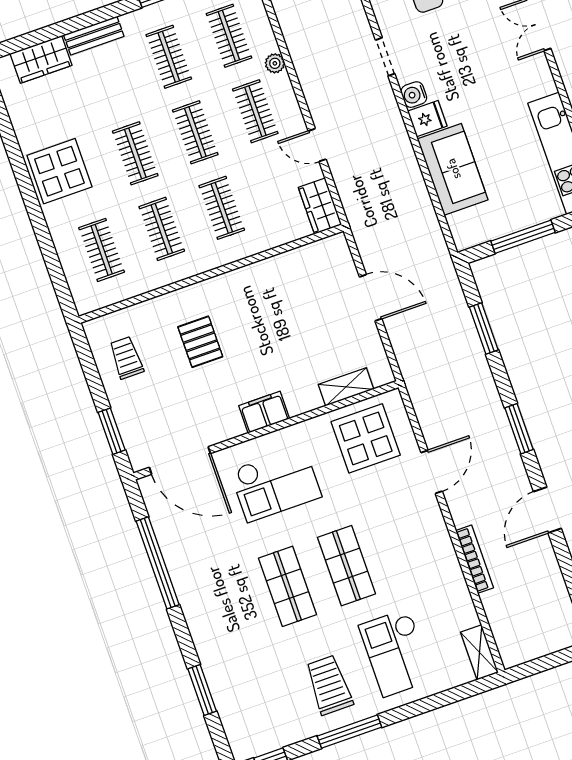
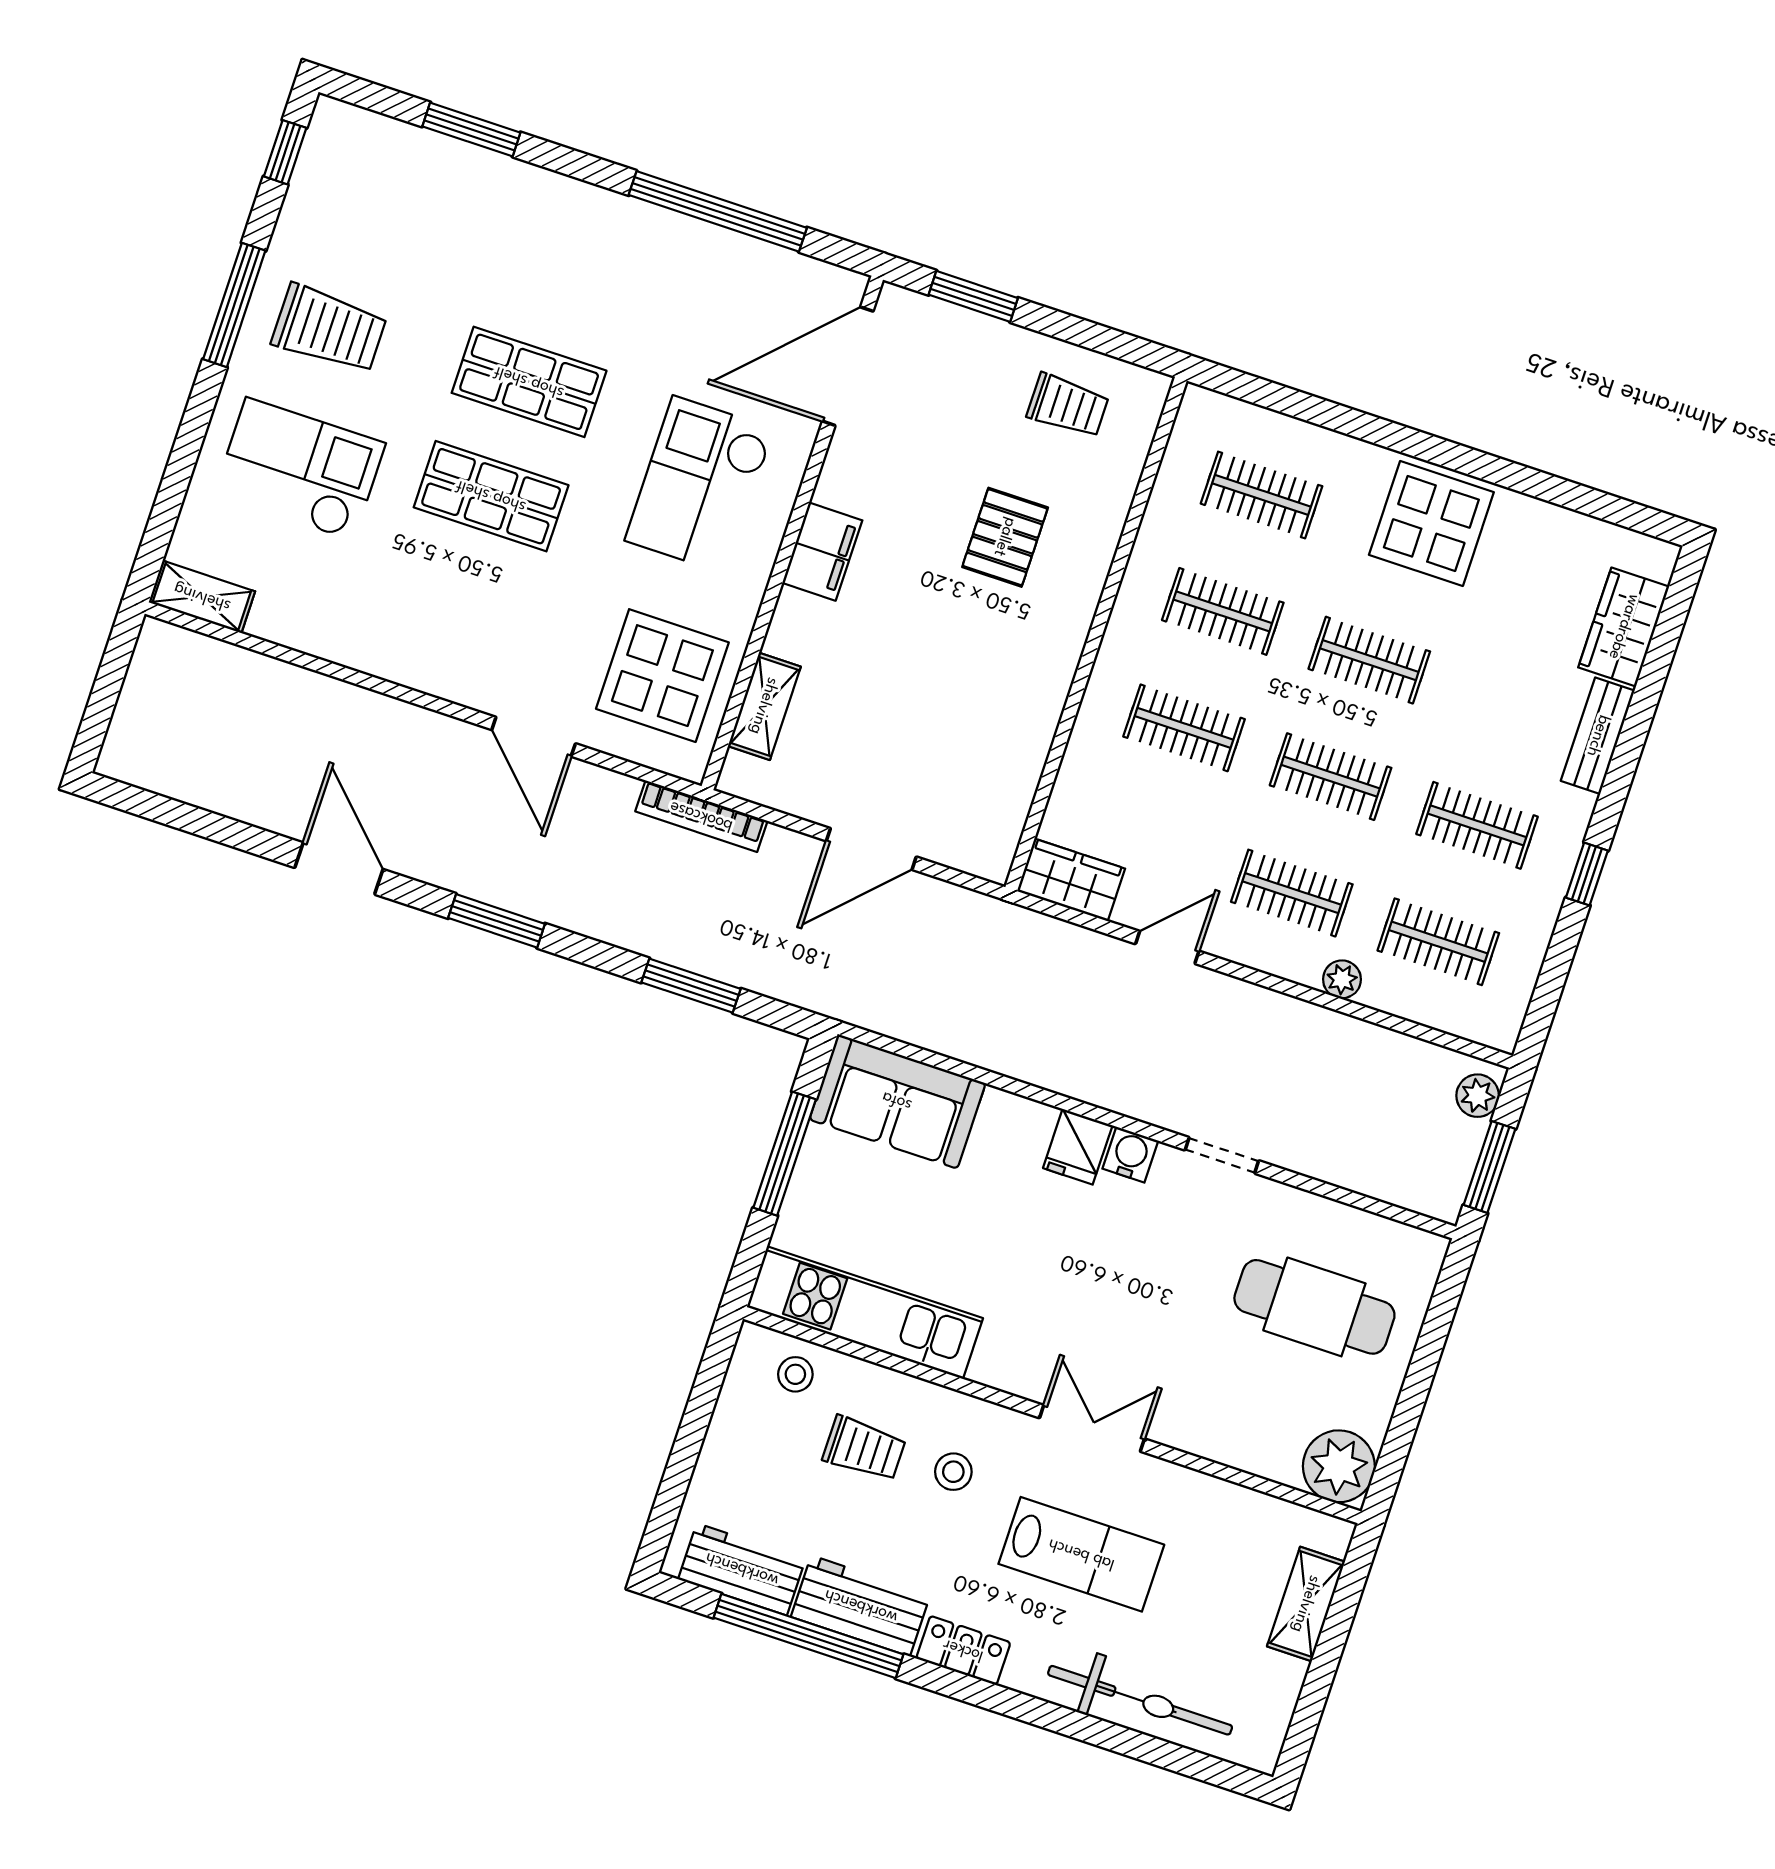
sofa: (453, 169) -> (897, 1101), moved
pallet: (200, 342) -> (1005, 537), turned 90
bookcase: (474, 559) -> (701, 816), moved

